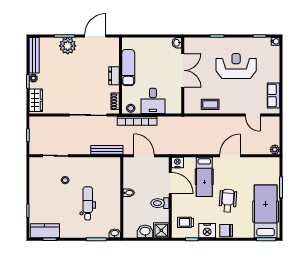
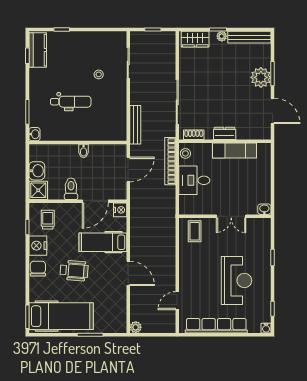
double door: (183, 70) -> (231, 216), width x0.73
row of seats: (274, 96) -> (216, 326), width x2.02
coffee table: (210, 104) -> (195, 231), moved

